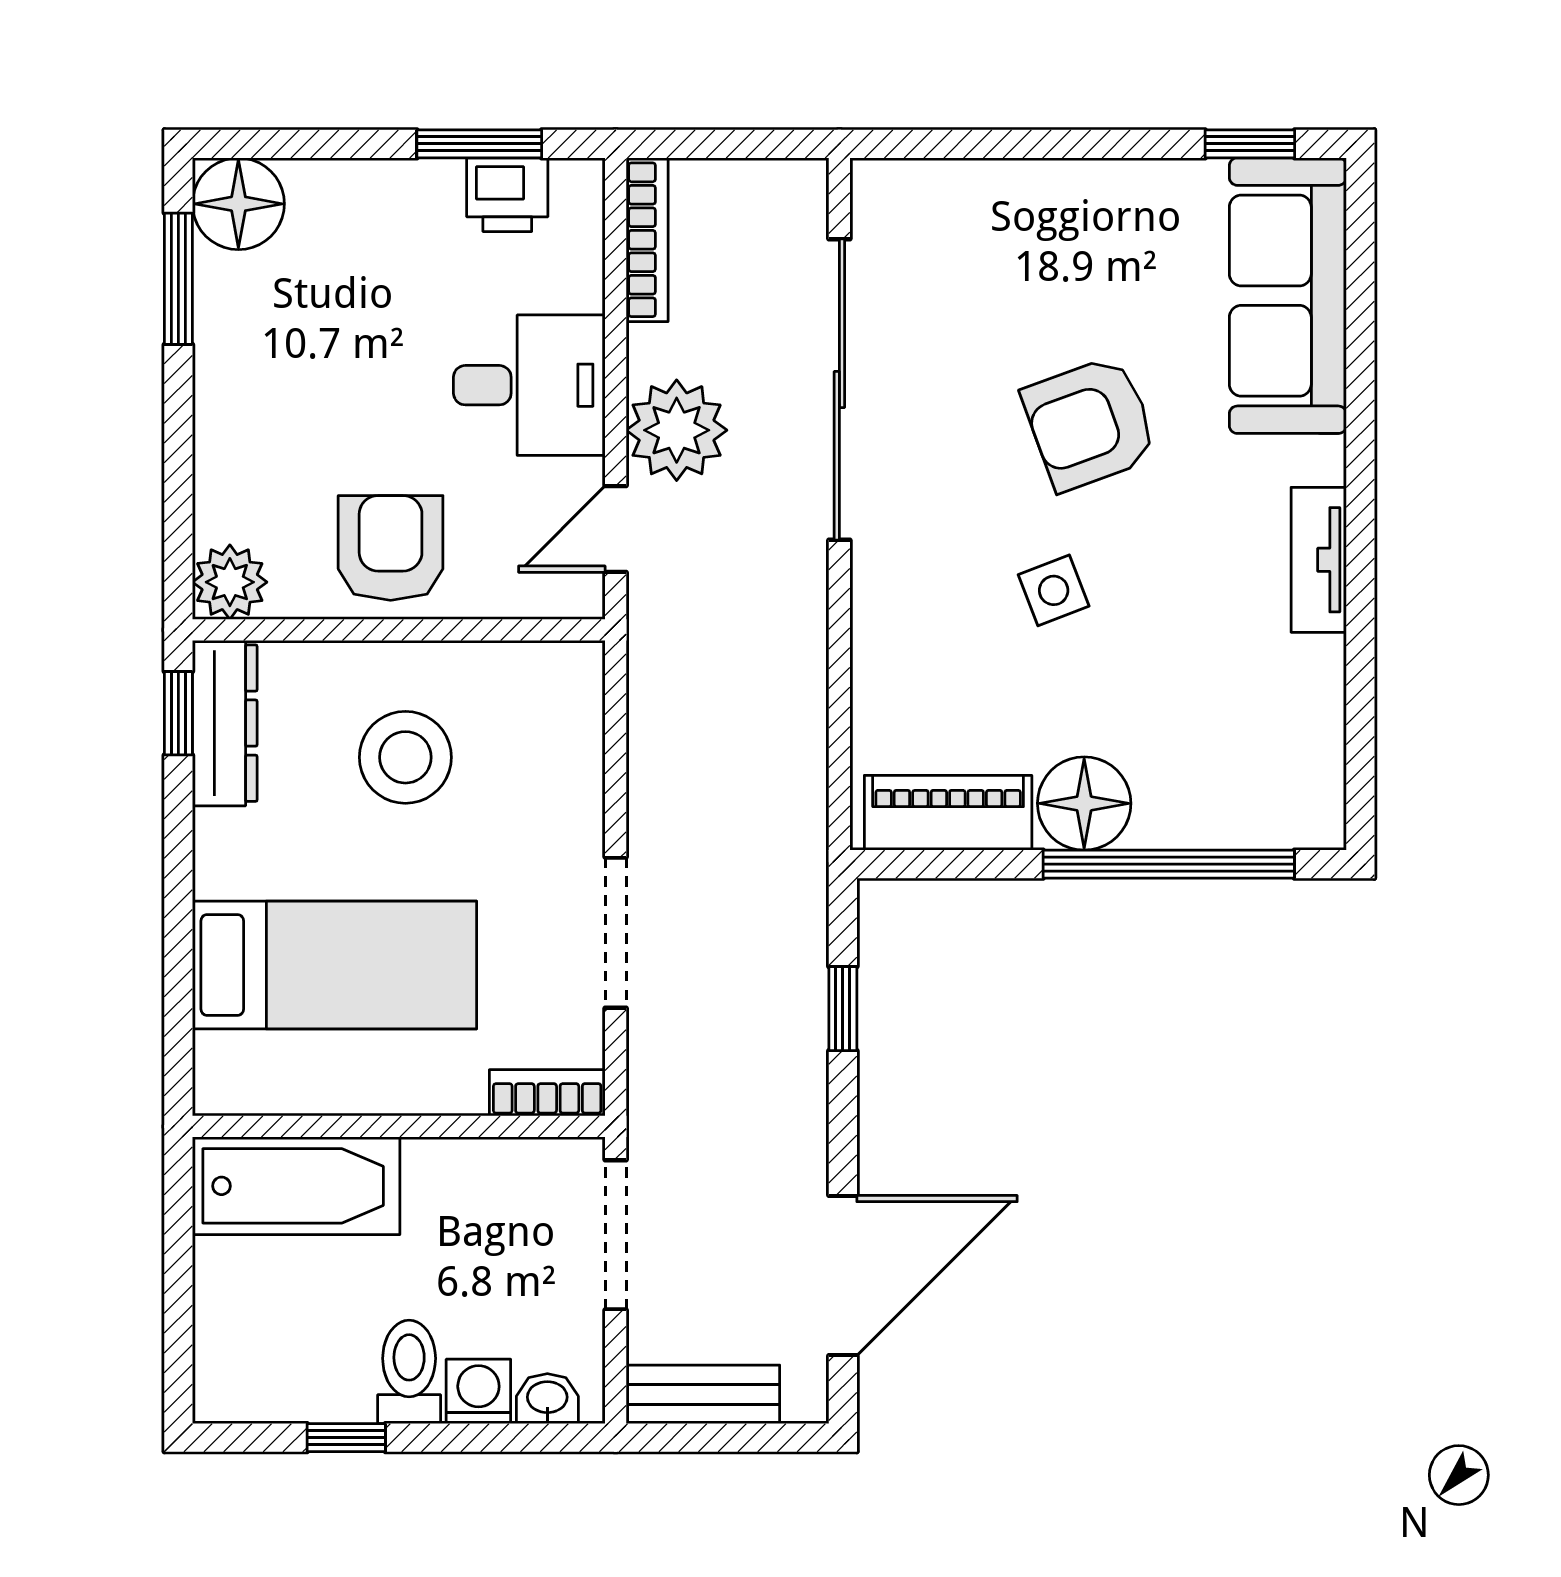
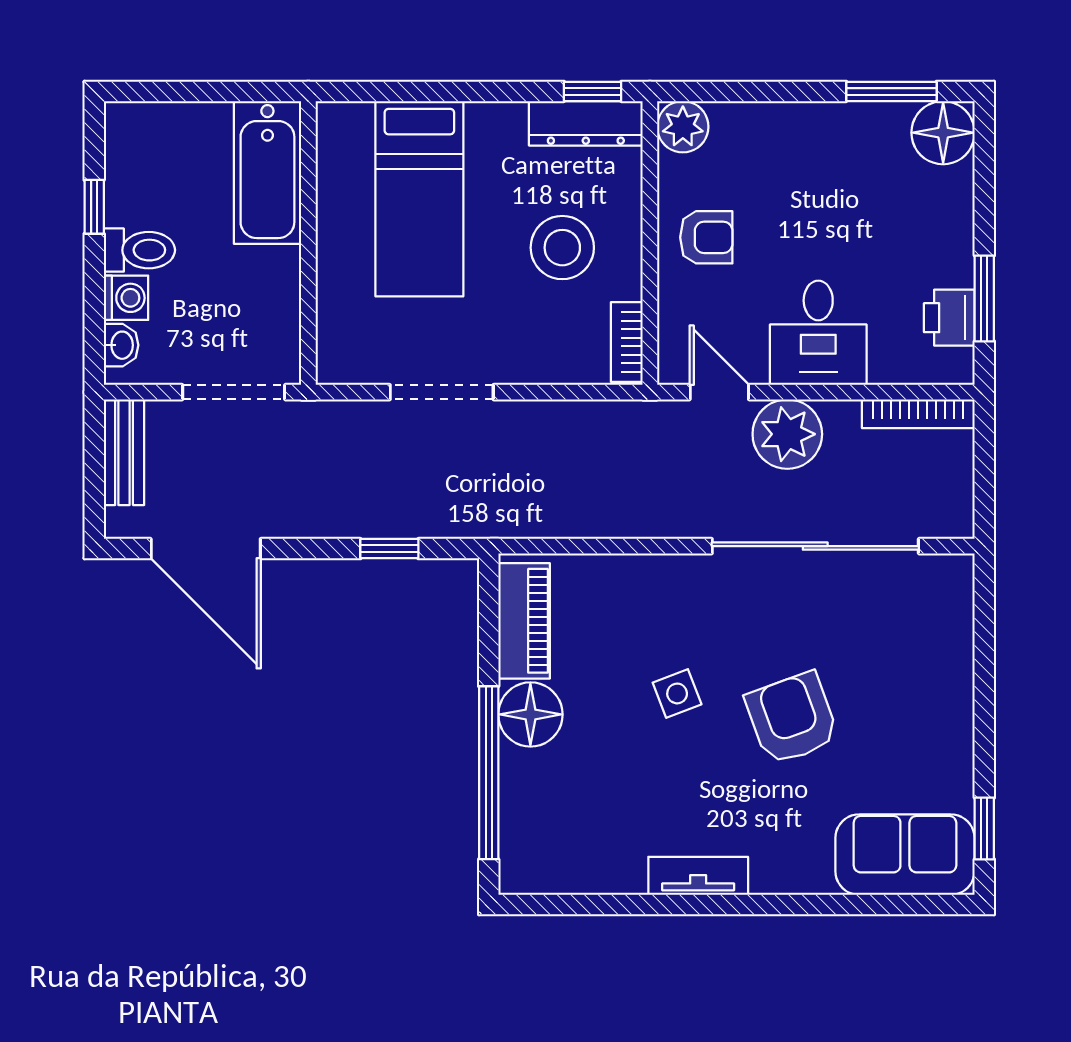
sofa: (1288, 296) -> (905, 855), width x0.73
armchair: (391, 548) -> (706, 237), width x0.72, depth x0.72
bookcase: (547, 1093) -> (627, 342), moved, turned 180

